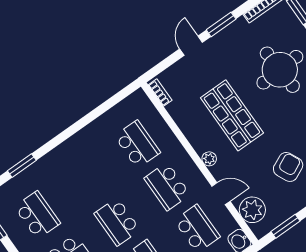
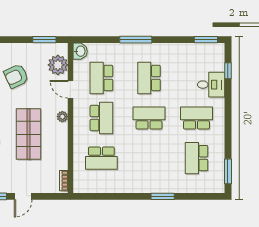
school desk: (137, 144) -> (101, 158), turned -90
window: (22, 166) -> (163, 196), moved
school desk: (117, 222) -> (149, 118), turned -90

